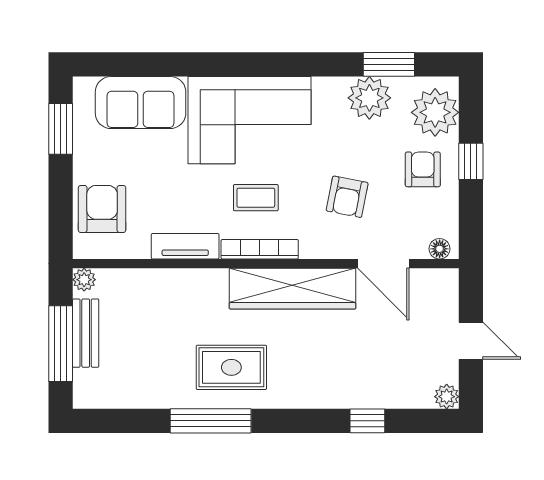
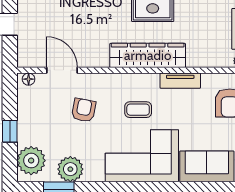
armchair: (423, 169) -> (39, 127), removed
bookcase: (260, 249) -> (136, 79), removed
wardrobe: (293, 289) -> (148, 55), moved

